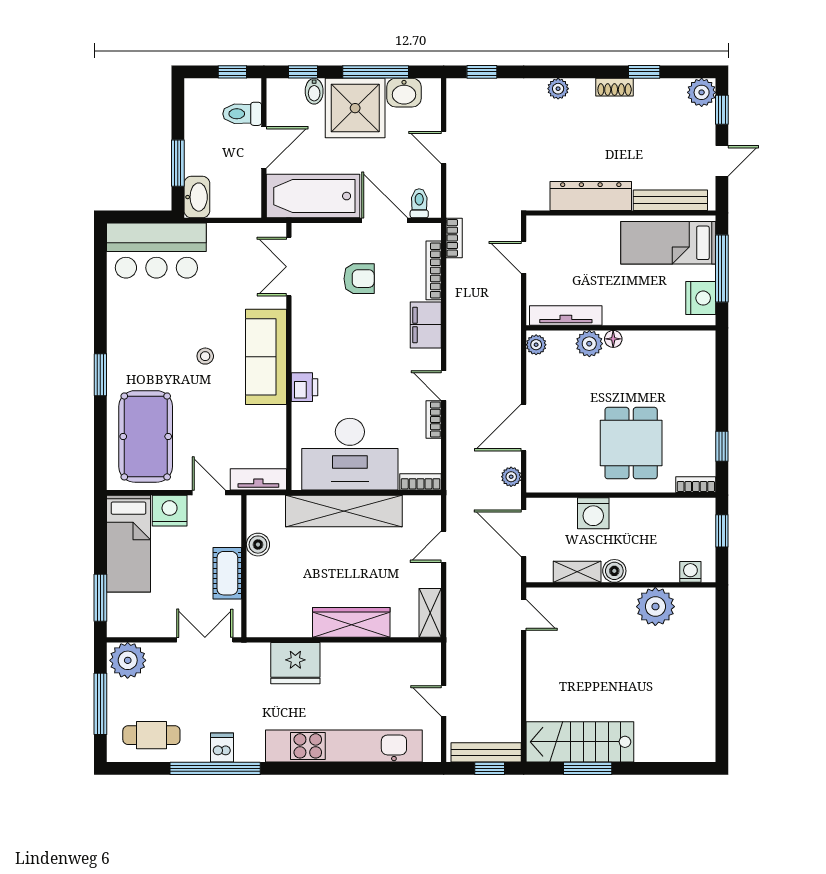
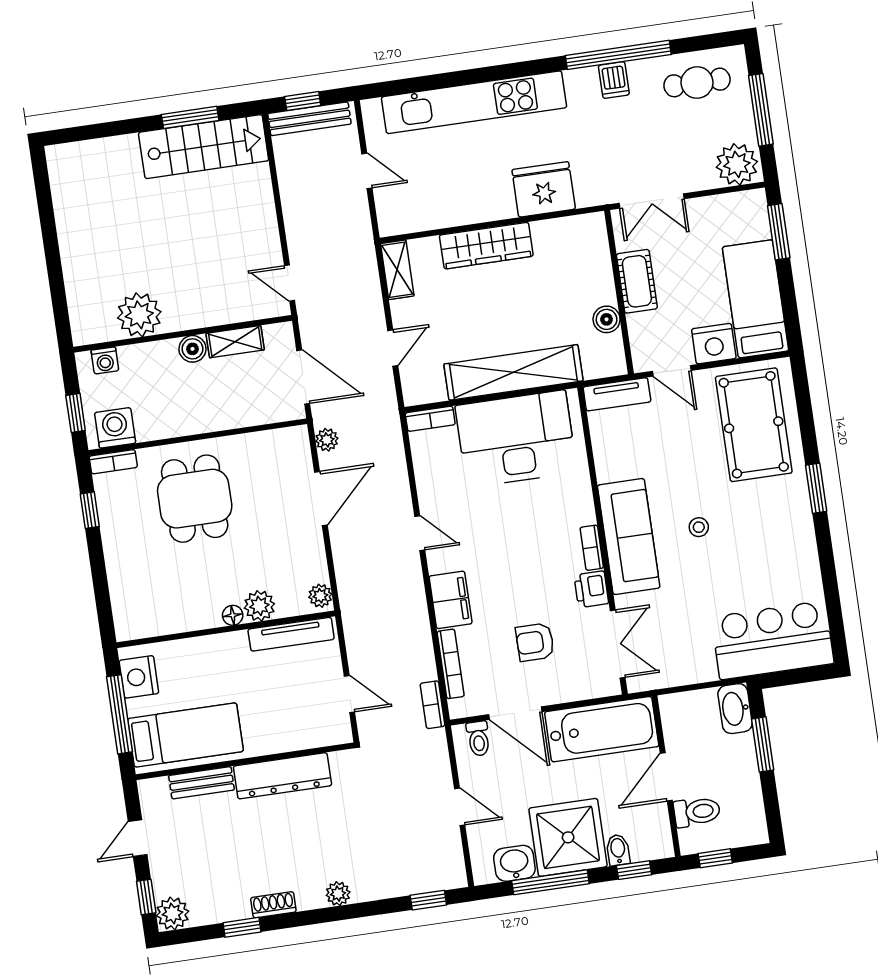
bench: (670, 200) -> (201, 783), width x0.73
printer: (304, 387) -> (591, 589), moved
bookcase: (434, 420) -> (592, 548), moved, turned 180
washing machine: (593, 513) -> (115, 428), moved

